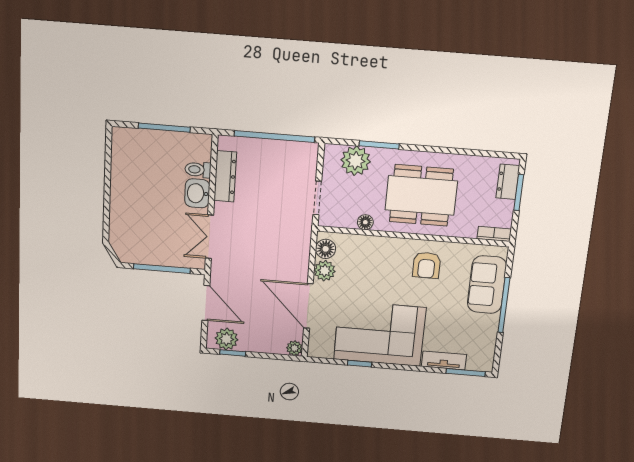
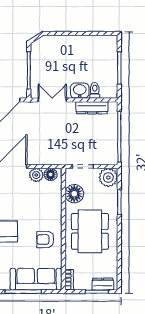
plant: (356, 161) -> (108, 177), moved
floor lamp: (365, 222) -> (74, 194), width x1.89, depth x1.89
sofa: (487, 285) -> (36, 279), width x1.36

